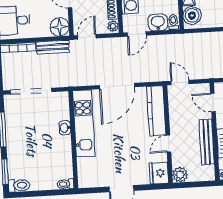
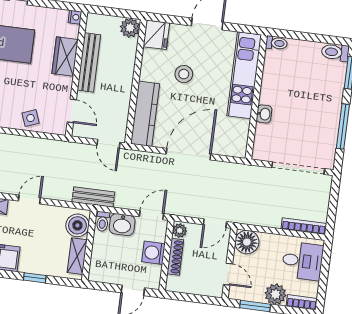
bench: (53, 47) -> (93, 197), moved
kitchen unit: (84, 123) -> (244, 75), moved
door: (168, 144) -> (137, 70), removed
stool: (132, 147) -> (184, 74), added

